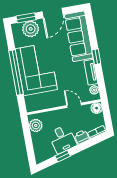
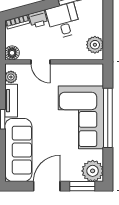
plant: (31, 29) -> (93, 171), moved

